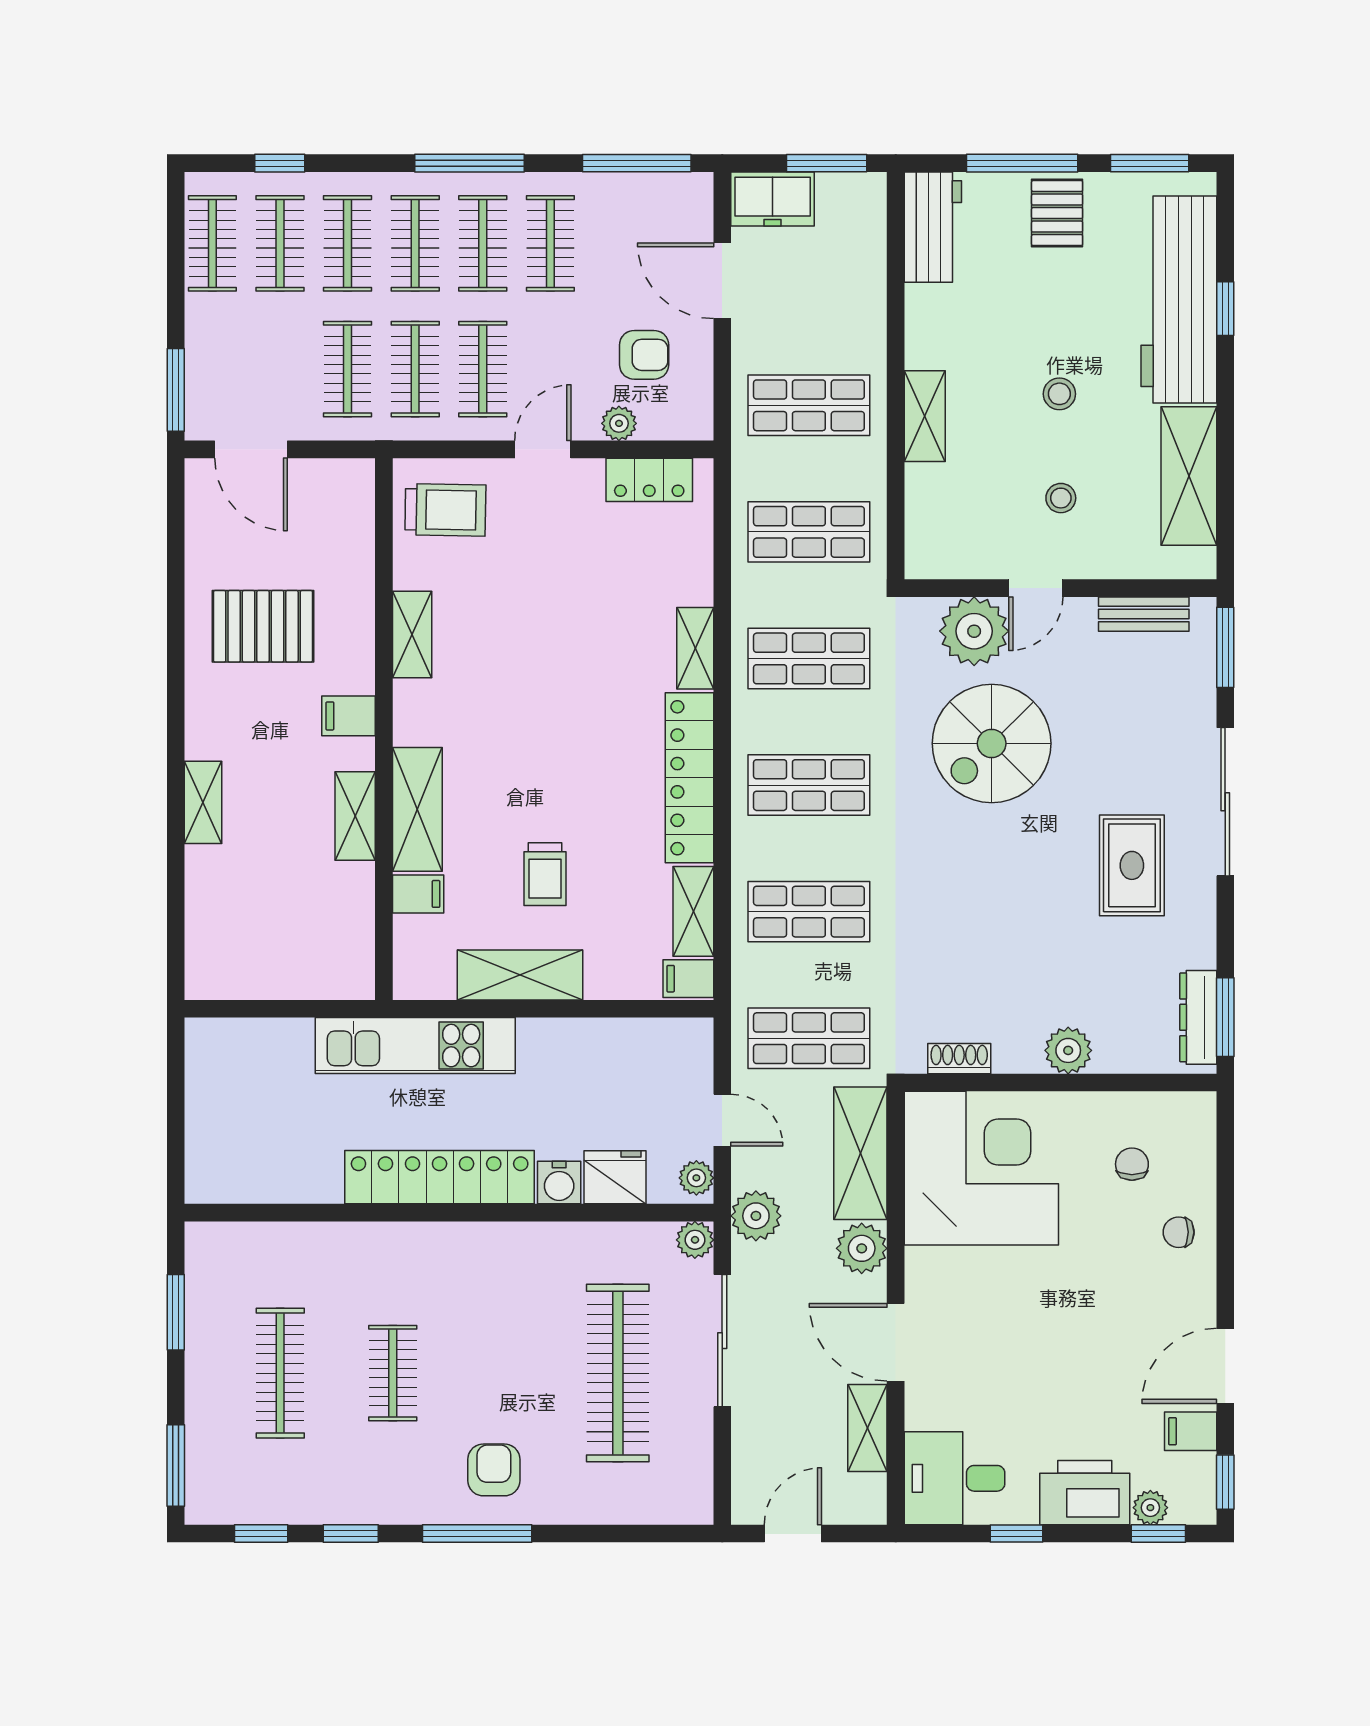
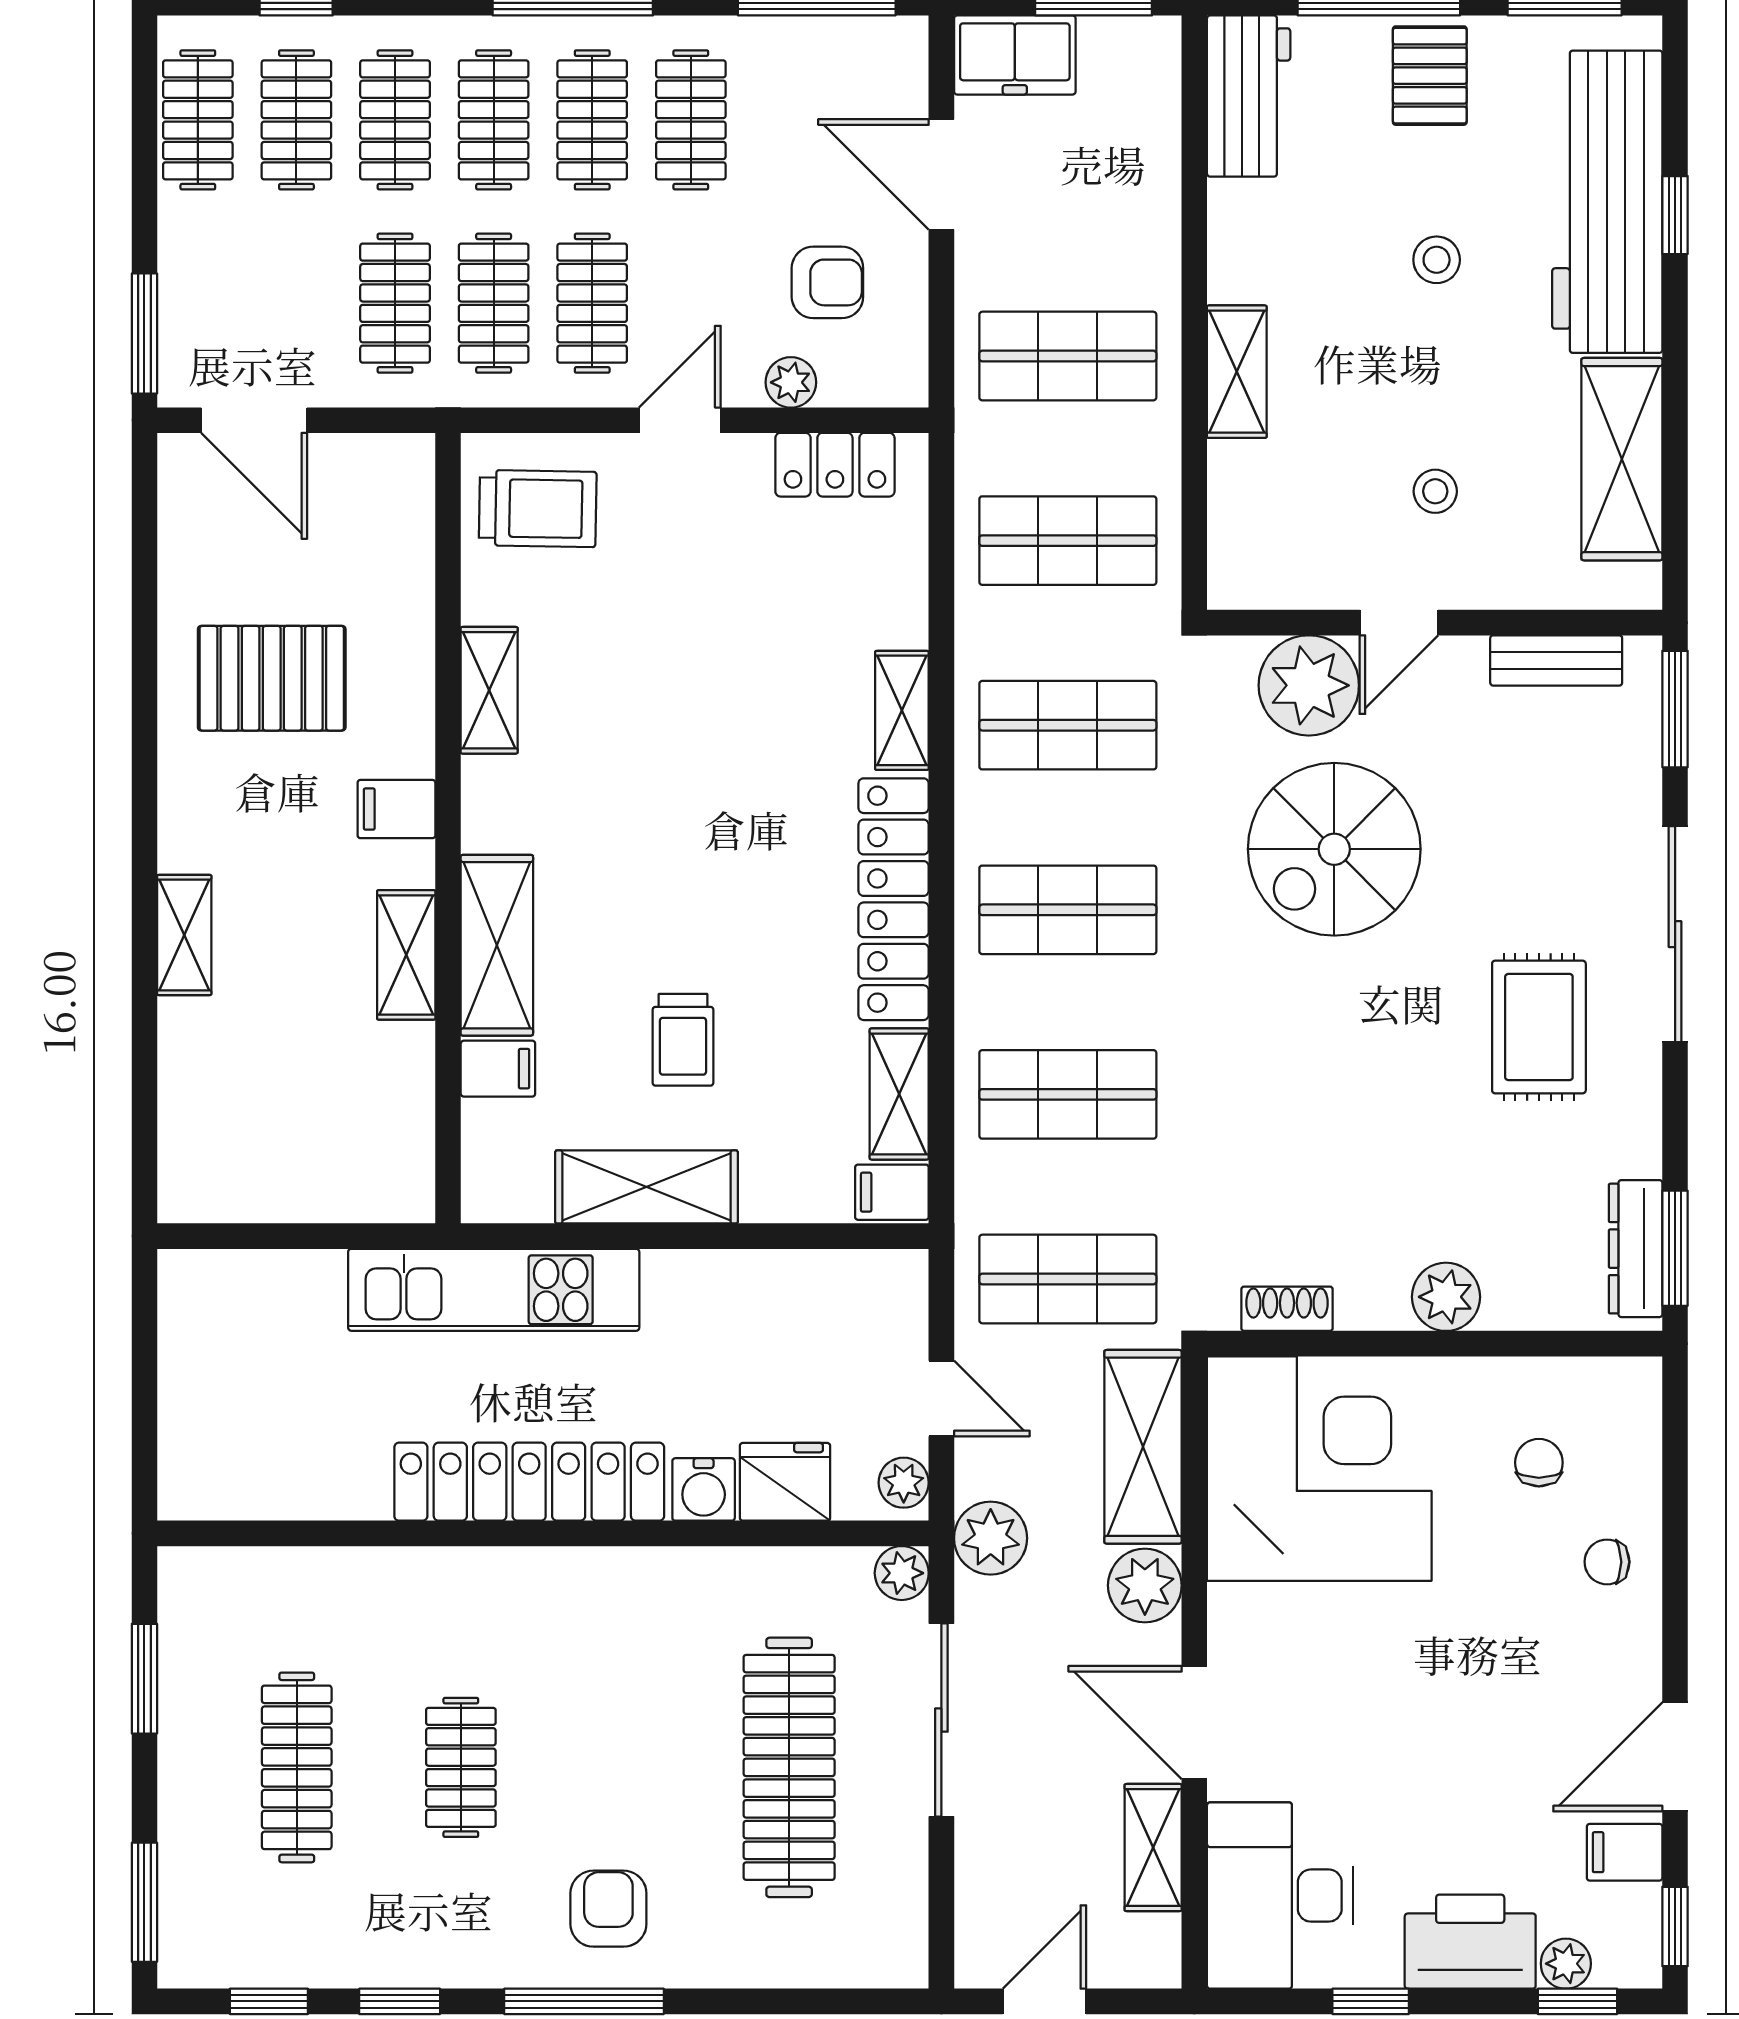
stool: (1059, 394) -> (1437, 260), moved
desk: (955, 1478) -> (1280, 1896), width x1.37

